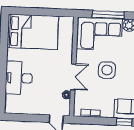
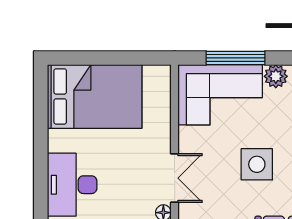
side table: (107, 70) -> (257, 164), moved

